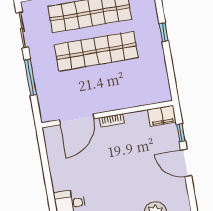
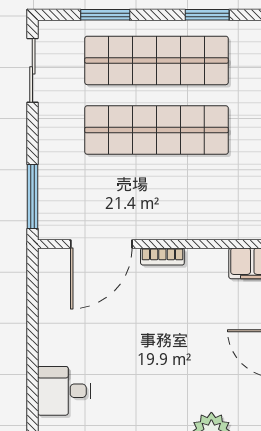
window: (30, 77) -> (32, 196), moved

